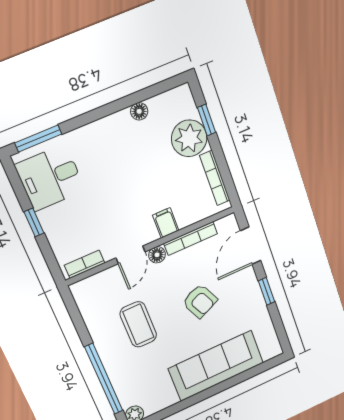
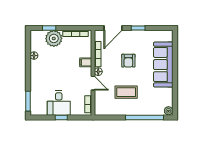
desk: (50, 178) -> (59, 103), moved
door: (251, 246) -> (113, 28), hinge flipped
armchair: (200, 301) -> (128, 61), turned 115

